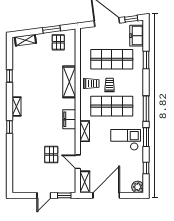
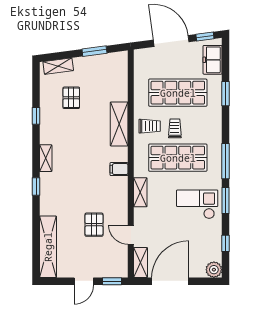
pallet: (58, 42) -> (71, 98), moved
filing cabinet: (69, 119) -> (119, 169), width x0.50
shelving: (18, 170) -> (48, 247), added

